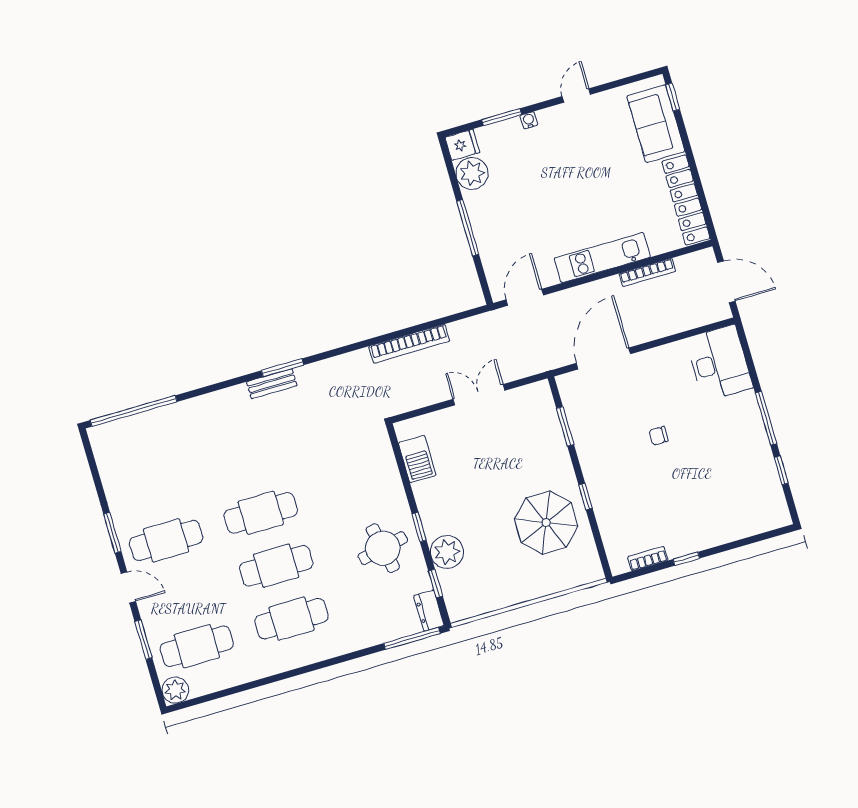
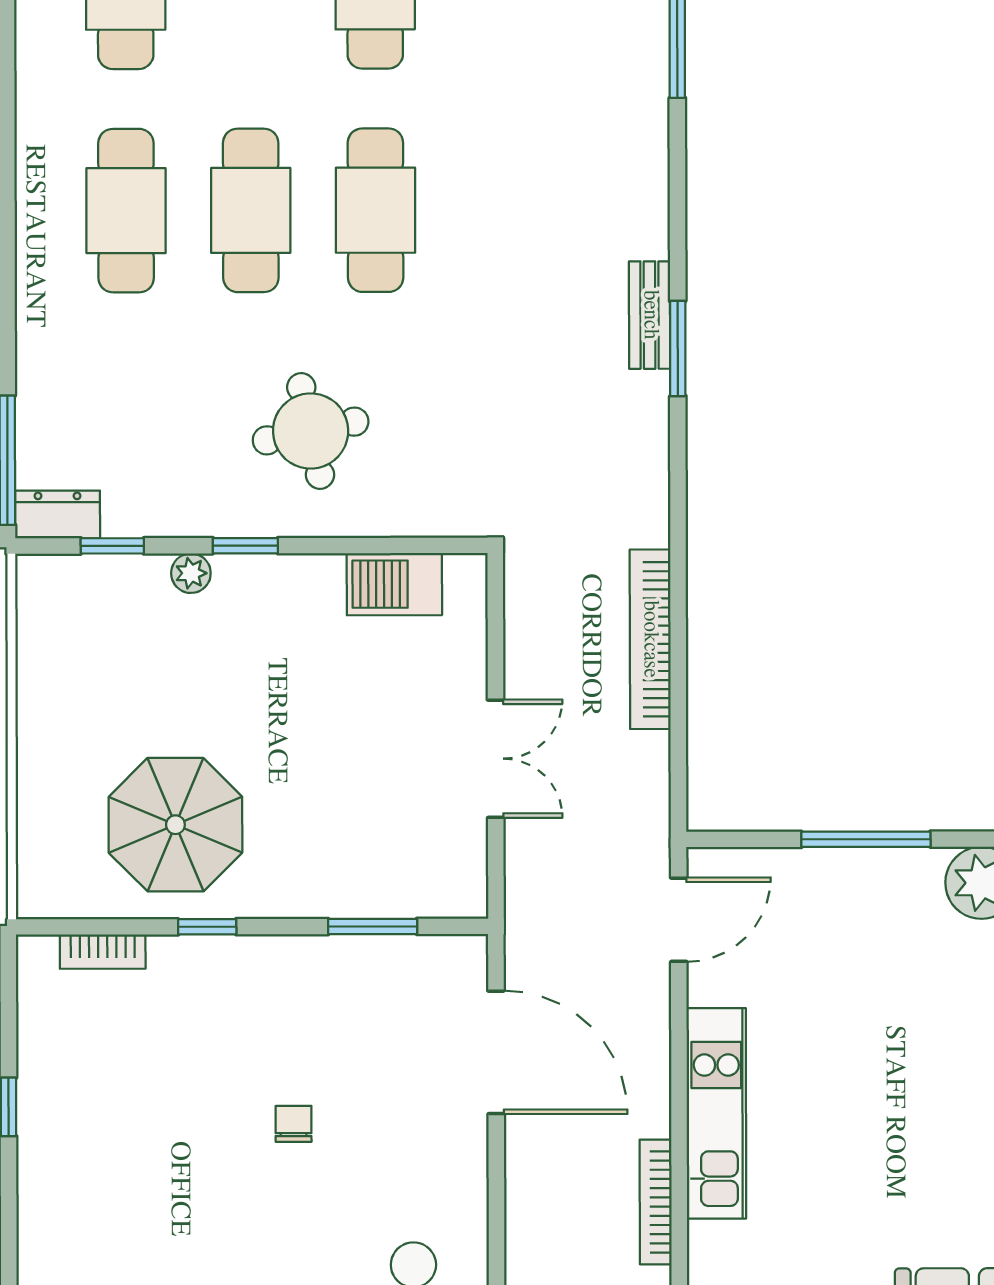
door: (525, 297) -> (679, 920), hinge flipped
round table: (383, 548) -> (311, 431), moved
plant: (447, 552) -> (191, 573), width x0.53, depth x0.53
bookcase: (648, 559) -> (103, 952), moved, turned 90

